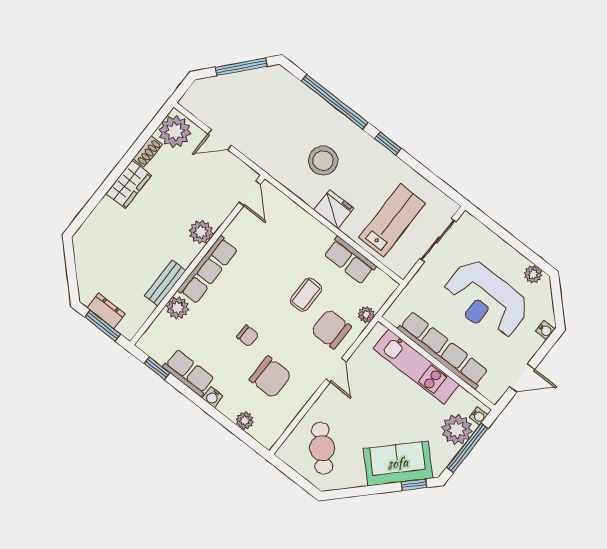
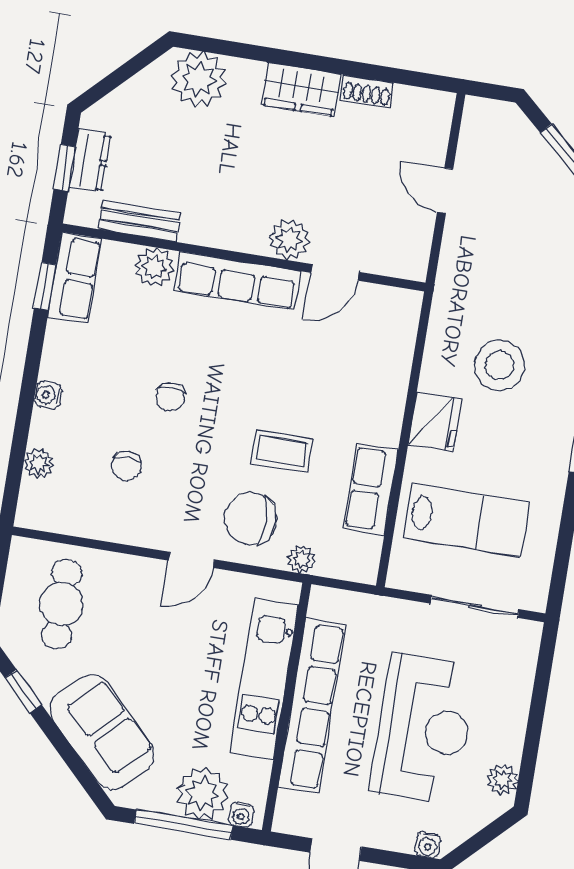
plant: (175, 131) -> (199, 79), moved
door: (250, 193) -> (335, 272), moved
bench: (165, 283) -> (140, 221), moved
reception desk: (486, 300) -> (424, 729), turned 180
window: (102, 326) -> (64, 168), width x0.67
chair: (331, 329) -> (250, 519), turned -90
row of seats: (189, 373) -> (75, 278), moved
chair: (270, 377) -> (126, 466), width x0.54, depth x0.54
cafe table: (322, 448) -> (62, 604), turned -46
window: (414, 485) -> (23, 691), moved

